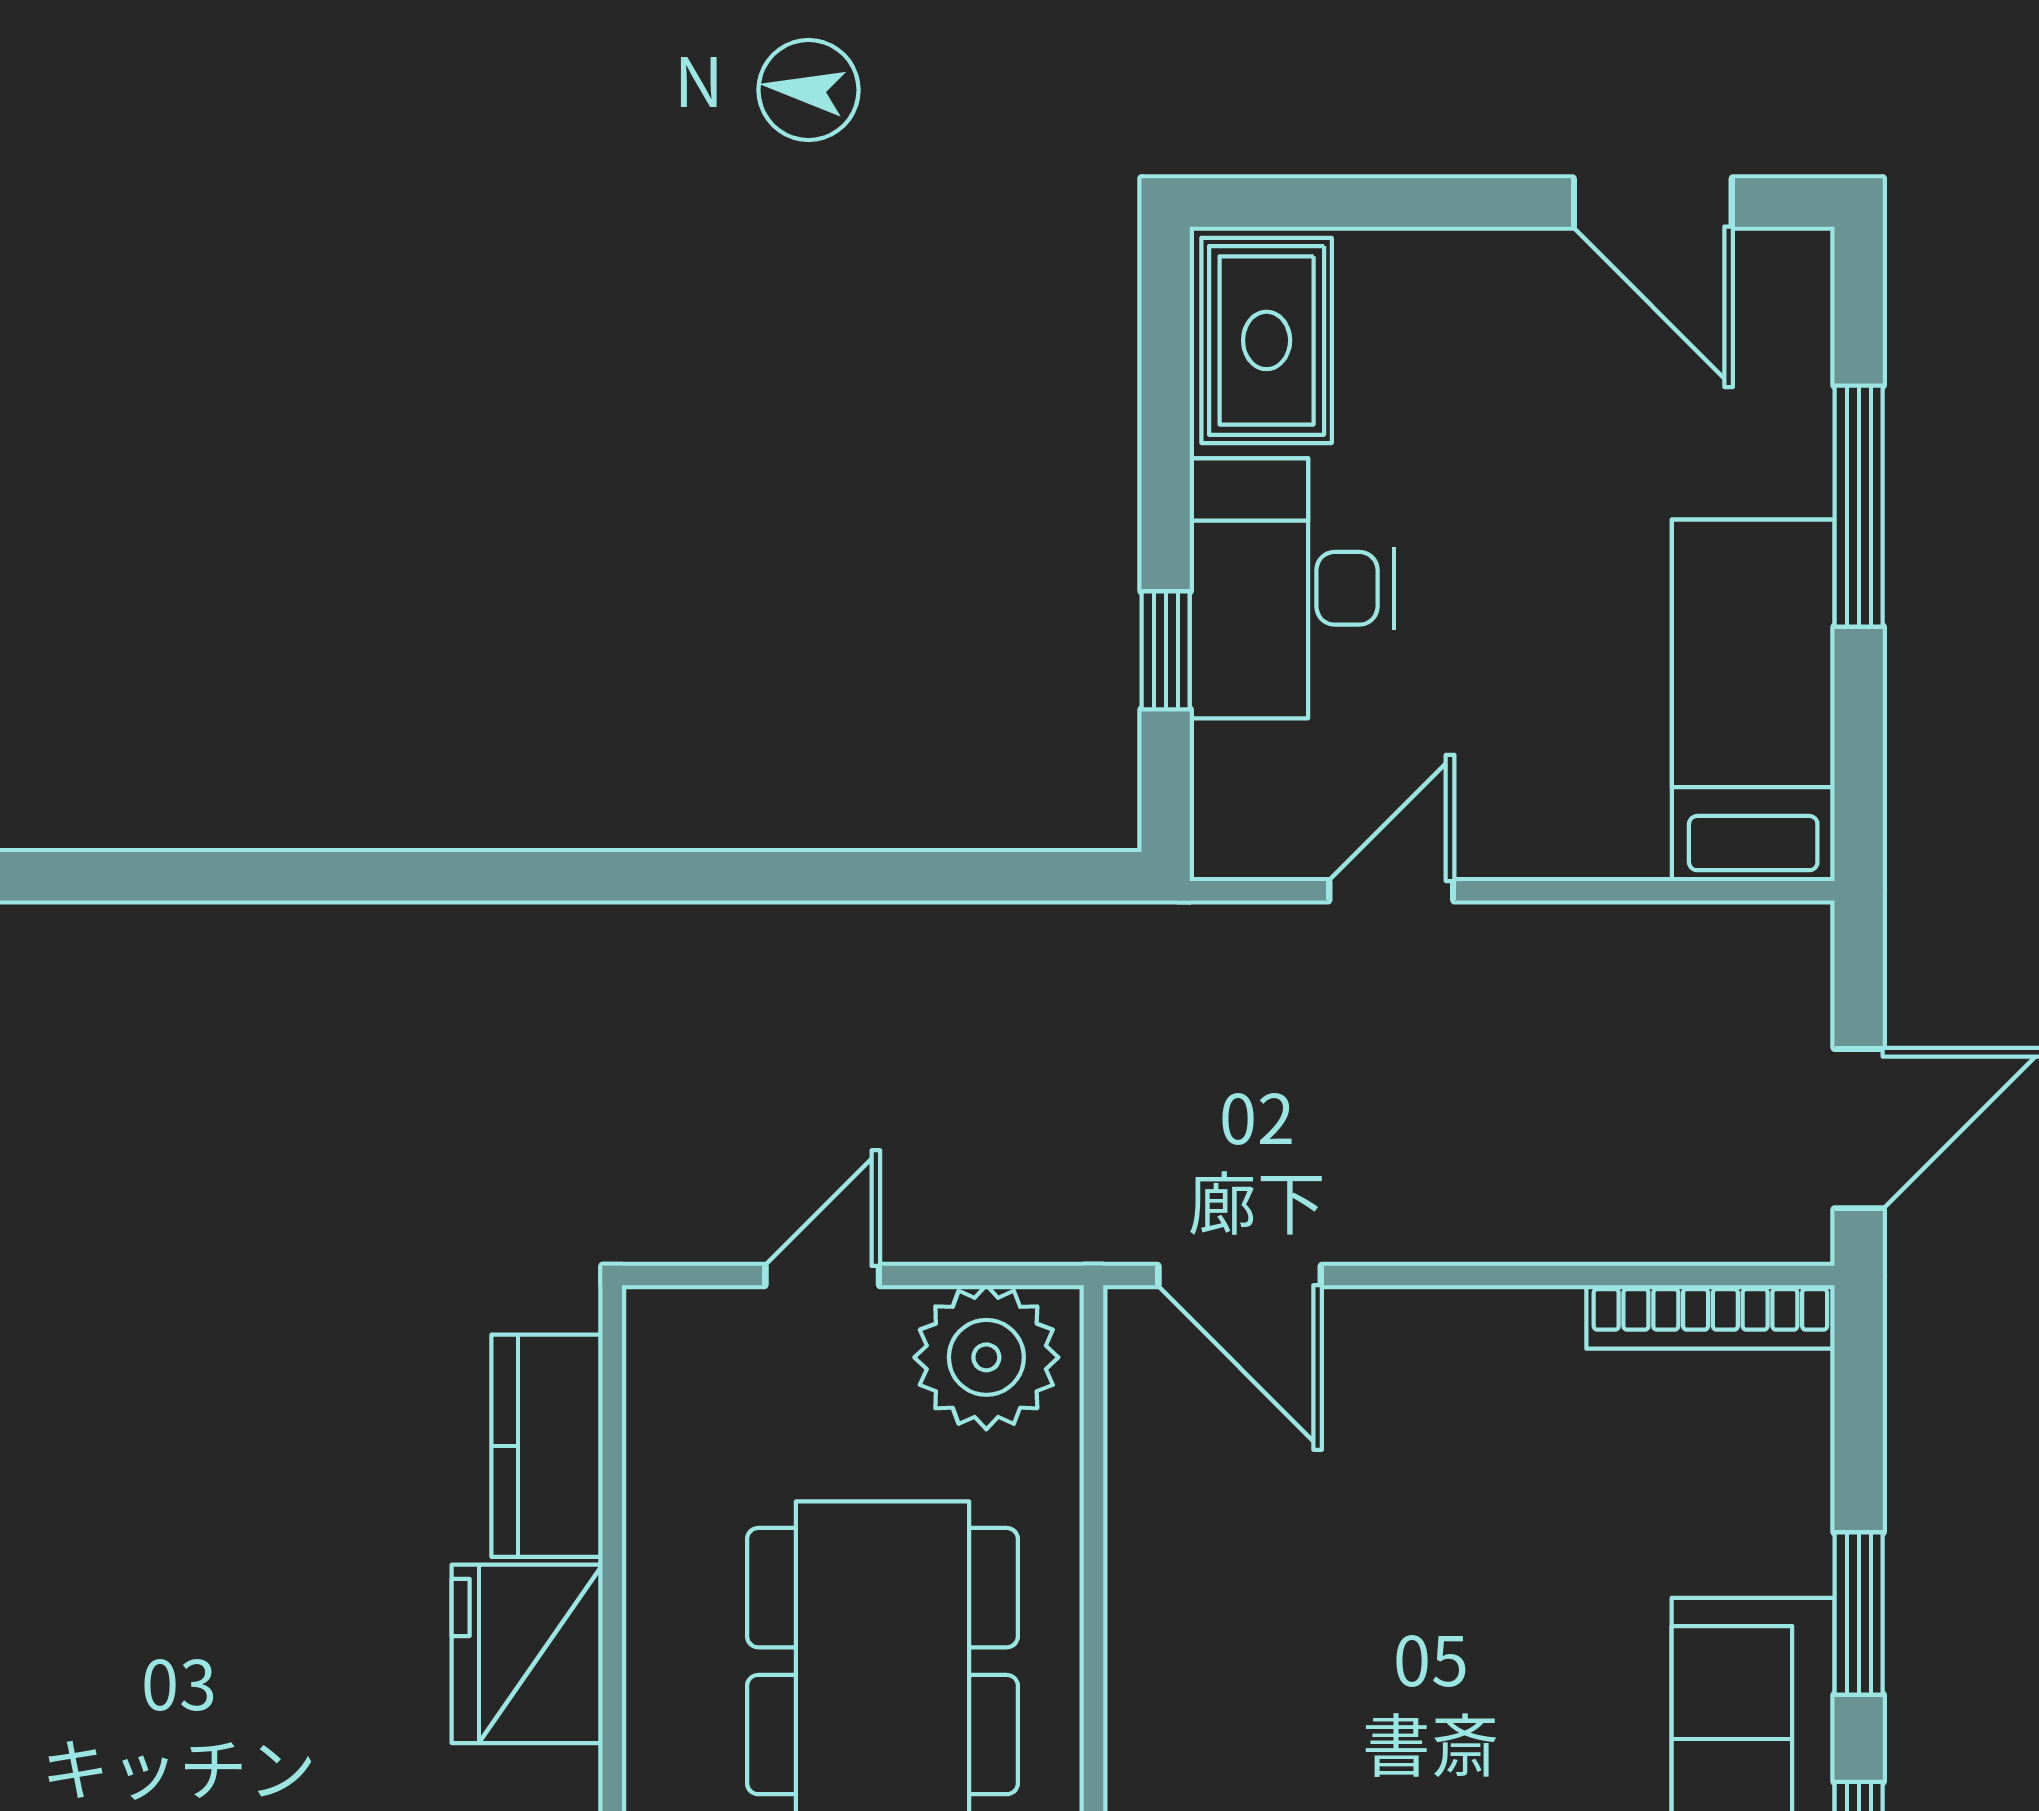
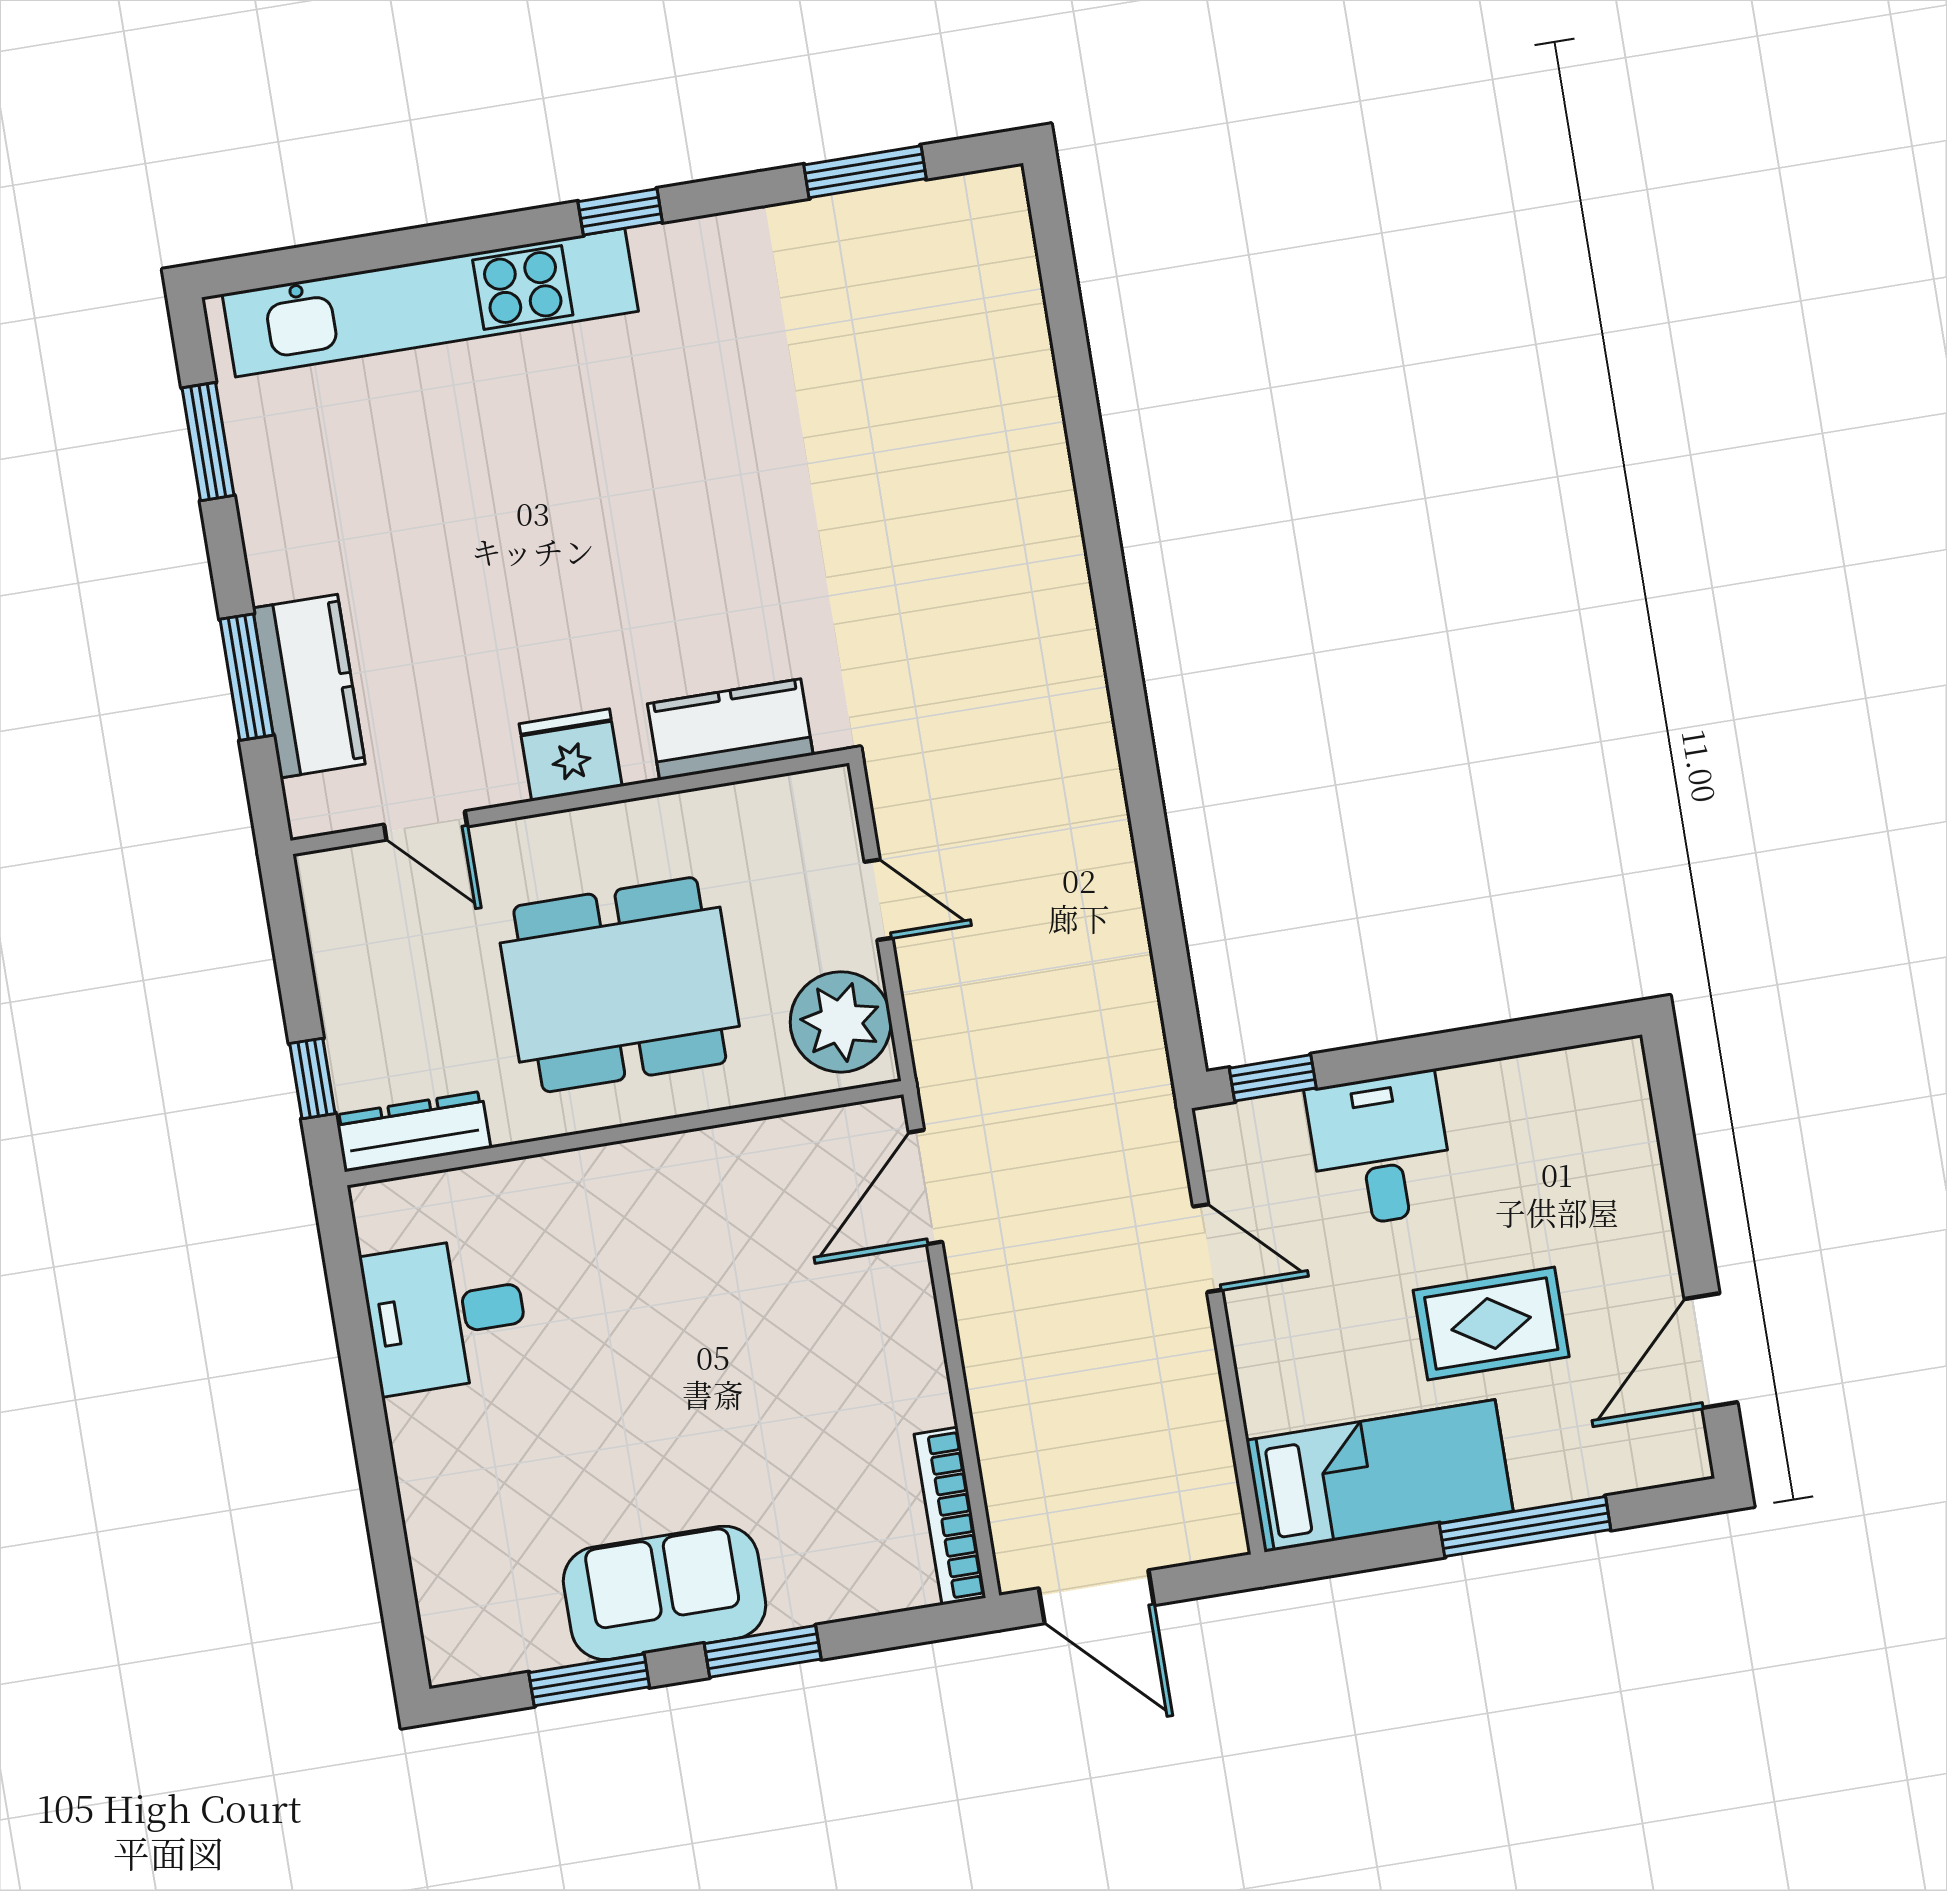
rug: (1267, 340) -> (1491, 1323), moved
desk: (1292, 588) -> (1380, 1150), width x0.73
window: (1166, 650) -> (1273, 1078), moved
fridge: (527, 1654) -> (571, 755), width x0.73, depth x0.75

